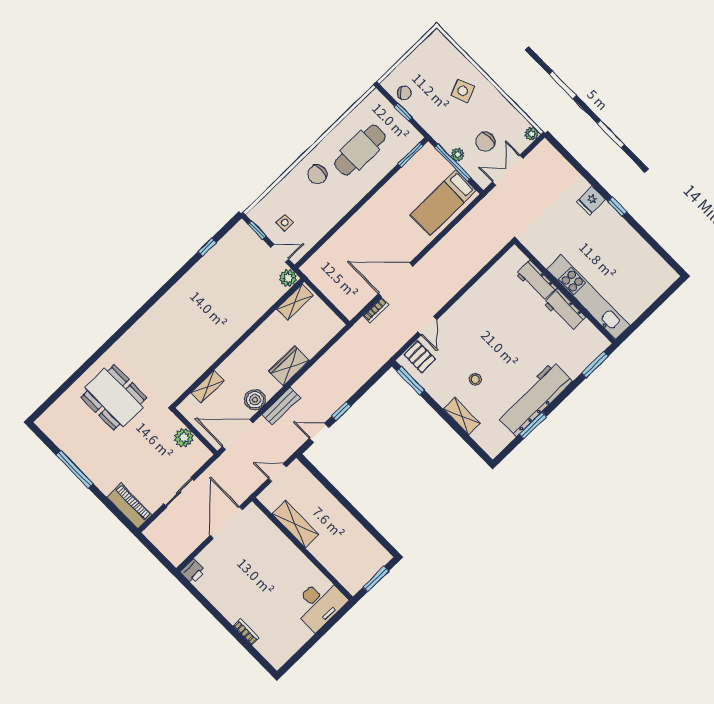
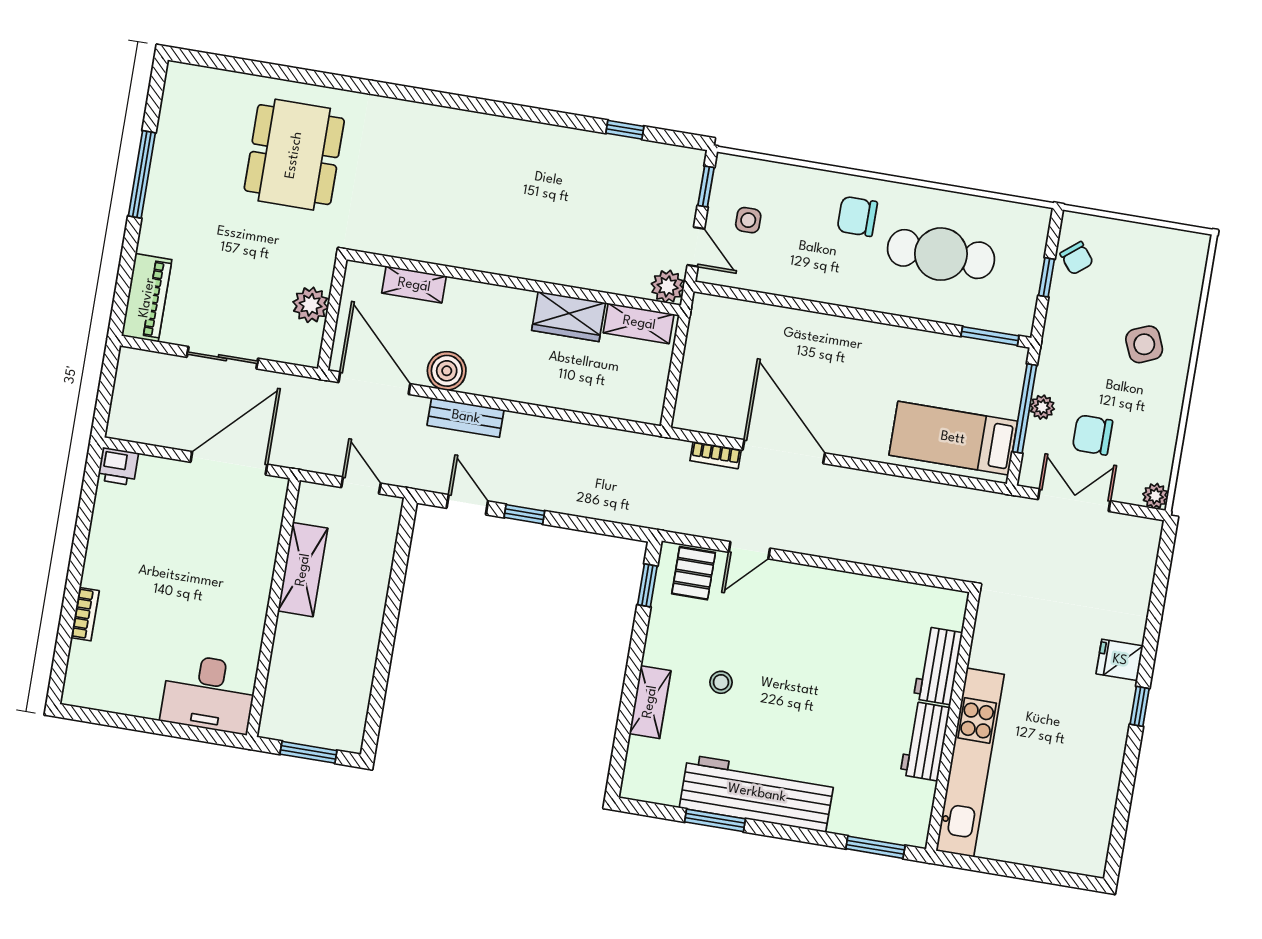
wardrobe: (289, 366) -> (569, 317), moved, turned 180
window: (410, 381) -> (647, 585), width x0.67

